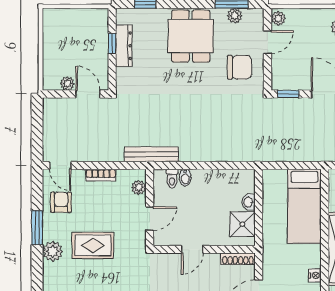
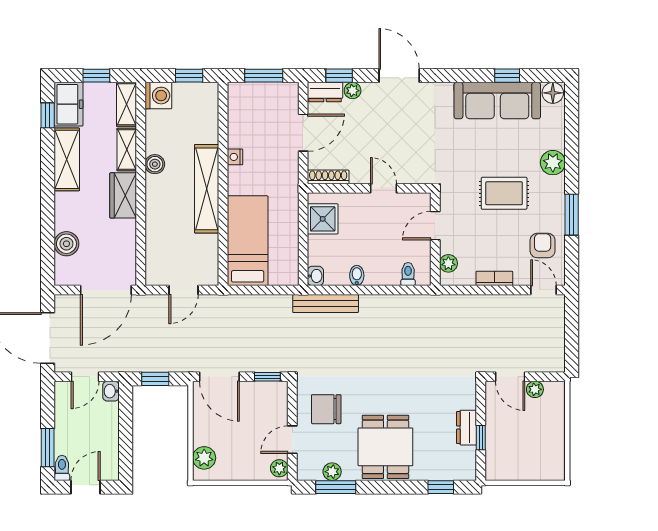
dresser: (124, 46) -> (466, 428), width x0.70
bench: (151, 154) -> (326, 304), moved
bidet: (185, 178) -> (357, 275), moved
armchair: (61, 202) -> (543, 246), turned 180
washbasin: (248, 202) -> (315, 276), moved
door: (192, 249) -> (384, 188), hinge flipped
plant: (53, 251) -> (553, 163), moved

